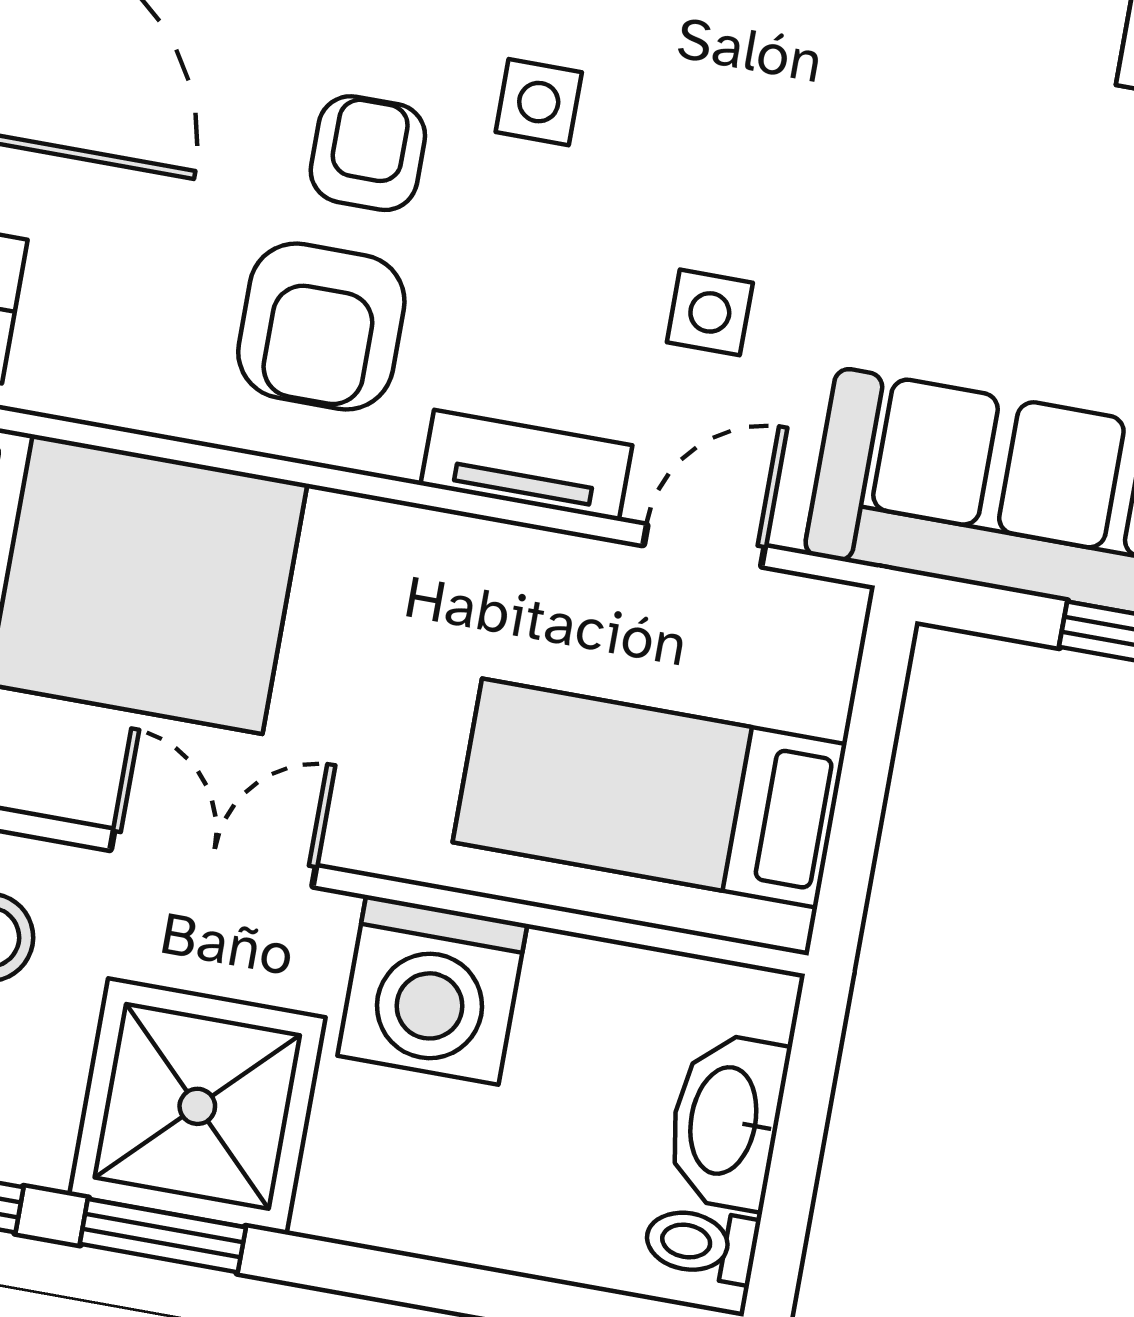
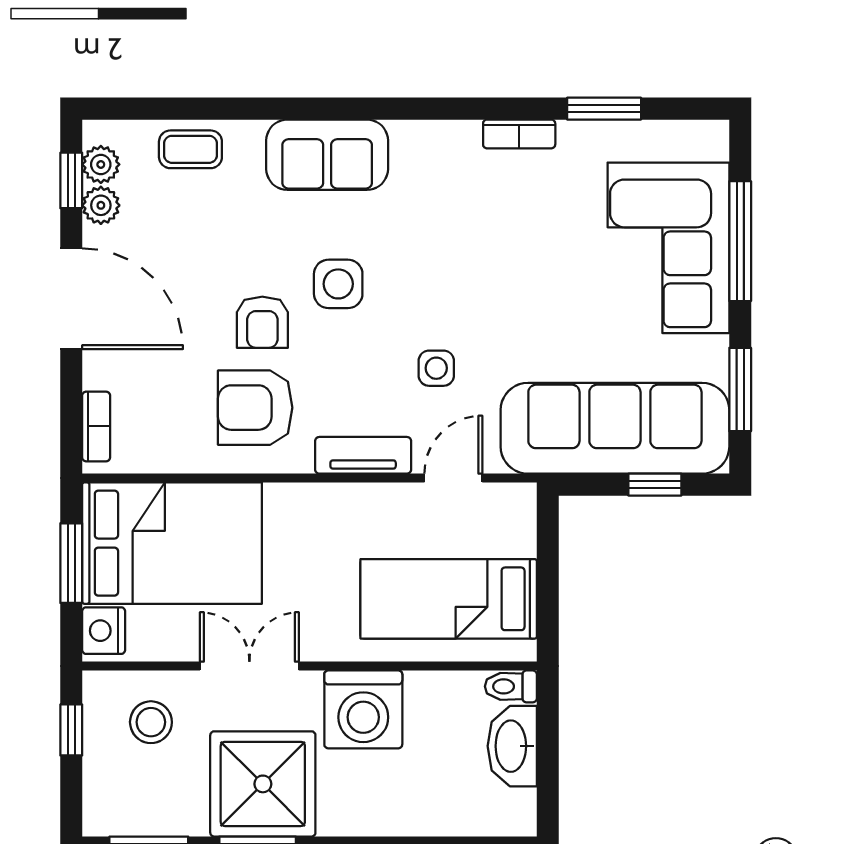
side table: (539, 102) -> (338, 284), width x1.37, depth x1.37
armchair: (368, 153) -> (262, 322), turned 180
armchair: (321, 326) -> (255, 408), turned 90
toilet: (701, 1244) -> (511, 686), moved

